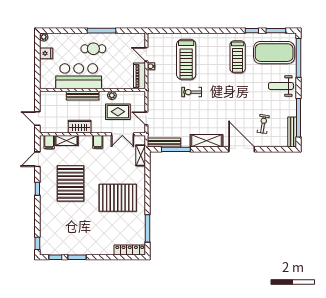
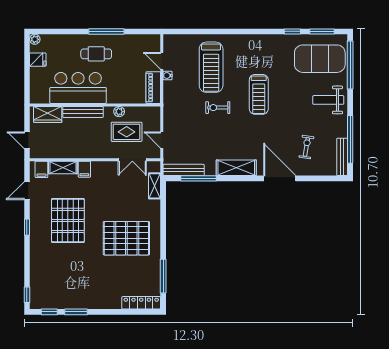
treadmill: (238, 57) -> (259, 94), moved
wardrobe: (80, 127) -> (48, 114), moved, turned 180
filing cabinet: (98, 142) -> (84, 169), moved

